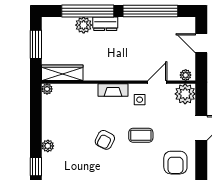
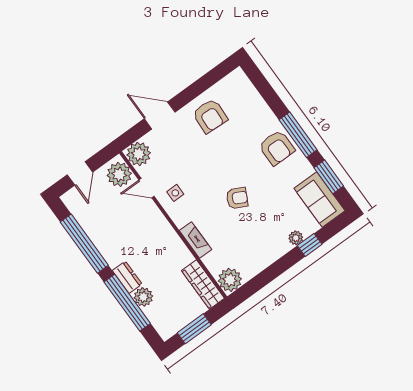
plant: (186, 75) -> (119, 174), width x1.87, depth x1.87
plant: (47, 89) -> (230, 280), width x1.87, depth x1.87
fireplace: (113, 90) -> (196, 240), moved
coffee table: (141, 135) -> (208, 167), removed
plant: (48, 146) -> (296, 238), moved
armchair: (175, 163) -> (210, 116), turned 93

